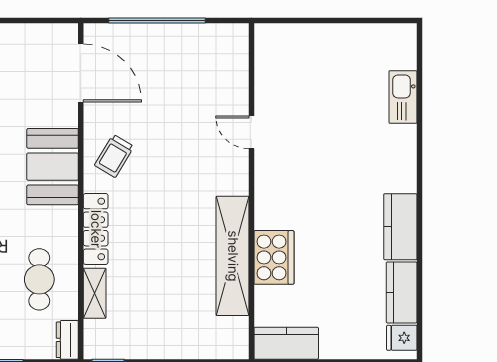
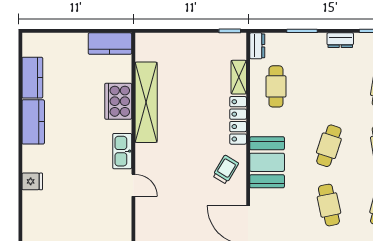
kitchen sink: (403, 97) -> (122, 151), moved, turned 180
fridge: (402, 338) -> (32, 181), moved

